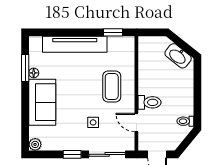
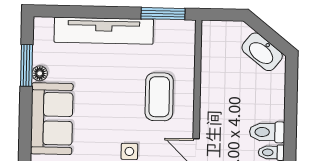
window: (113, 32) -> (163, 14), width x1.50
toilet: (149, 102) -> (267, 132), moved, turned 180

